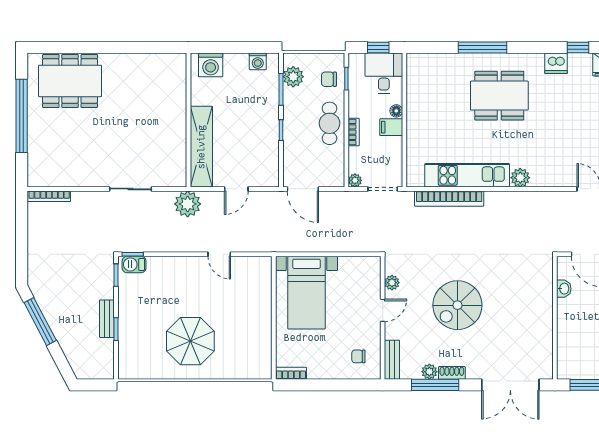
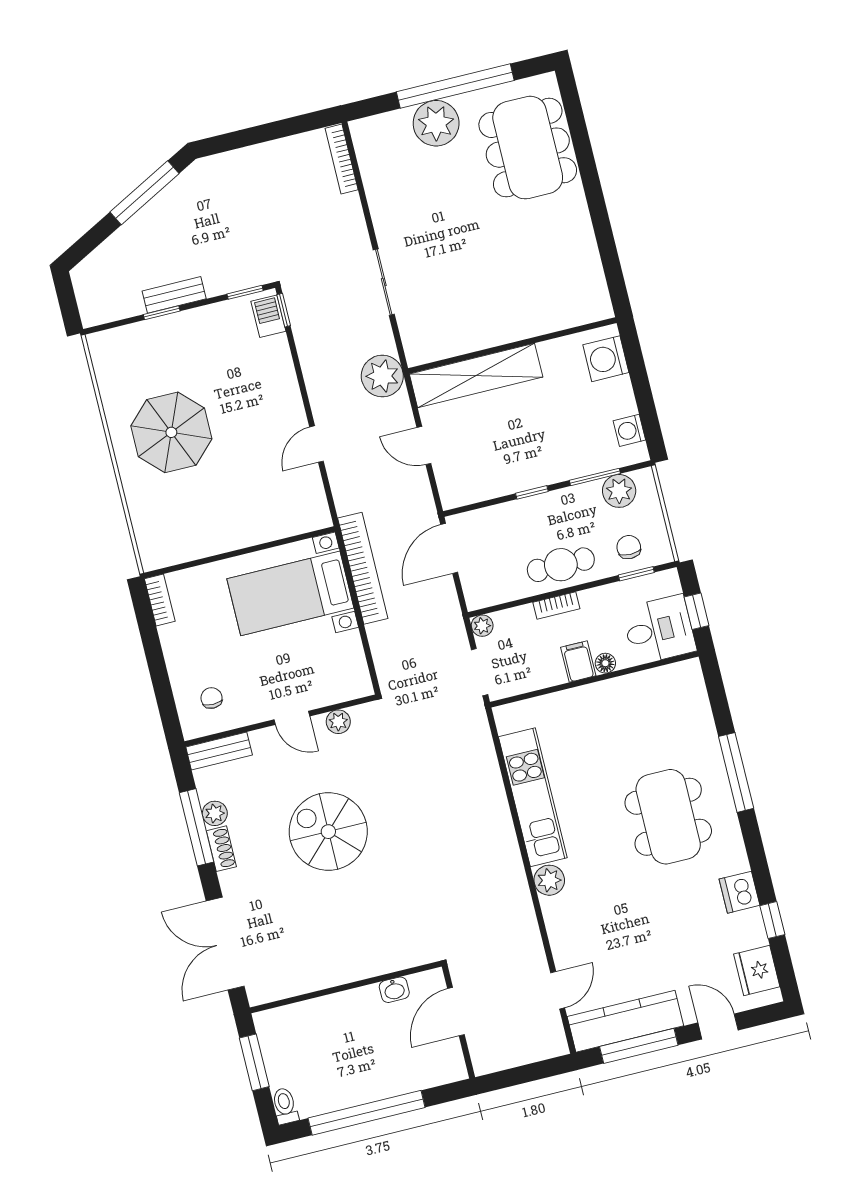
plant: (41, 133) -> (436, 123), added
bookcase: (449, 199) -> (363, 568), moved, turned 180

